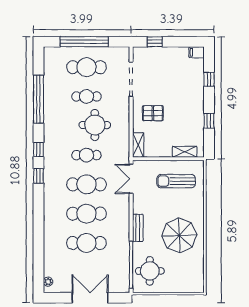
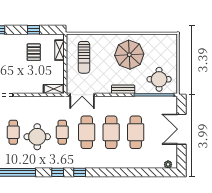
pallet: (153, 113) -> (34, 52), moved
round table: (95, 125) -> (37, 137), moved

